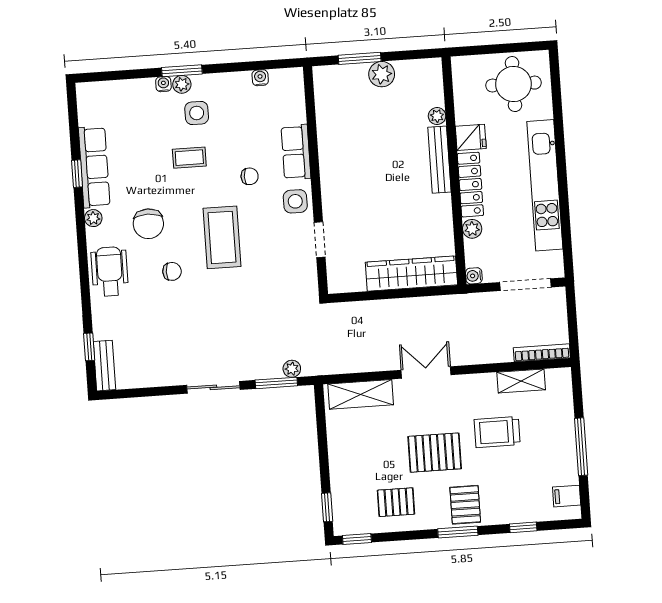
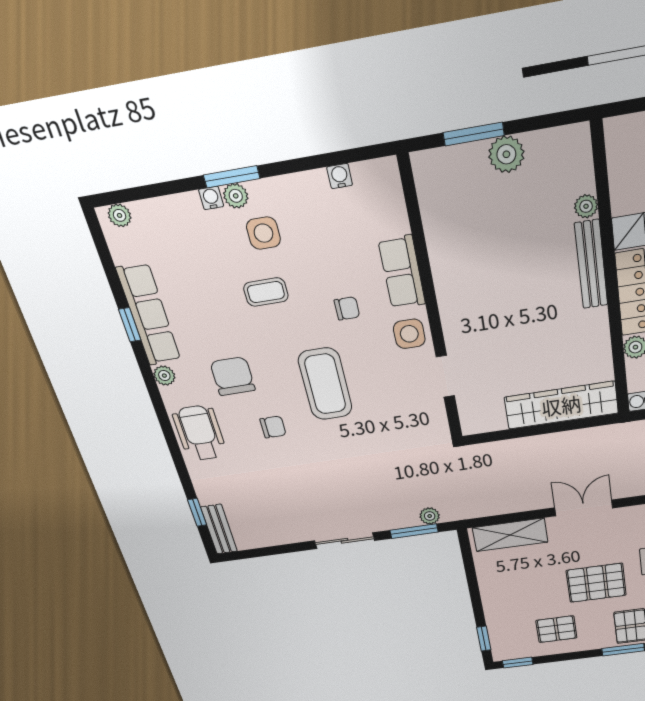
plant: (93, 90) -> (120, 215), added
chair: (148, 224) -> (233, 376), turned 180

